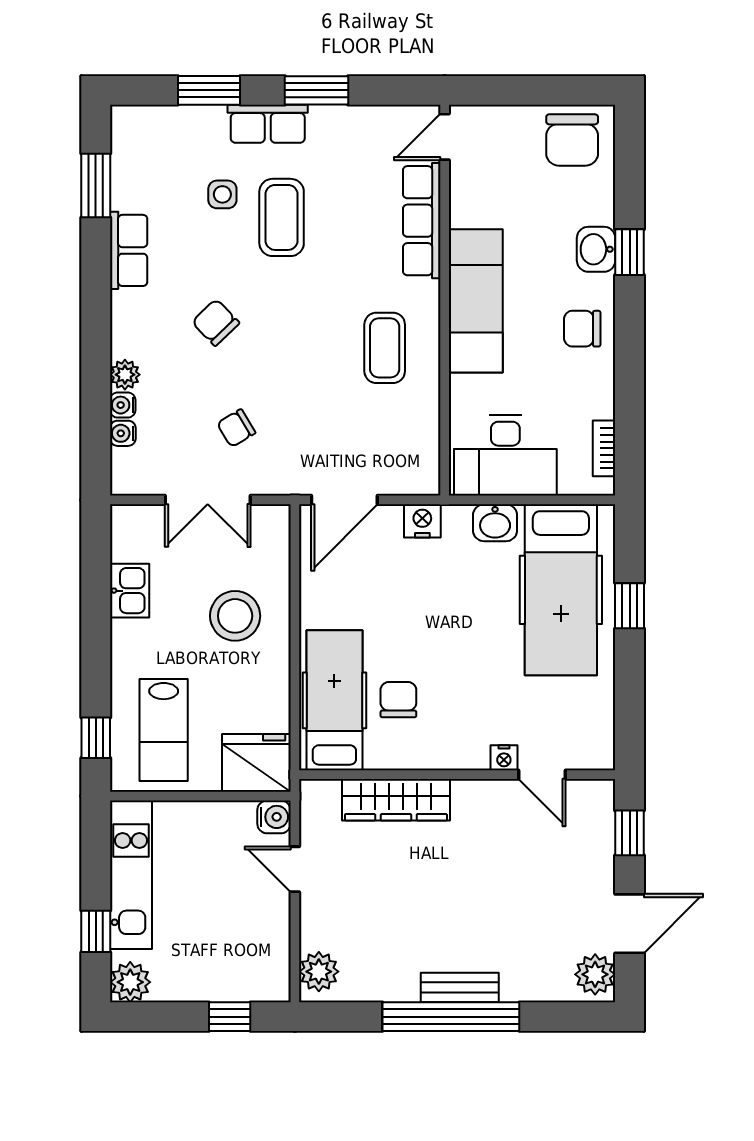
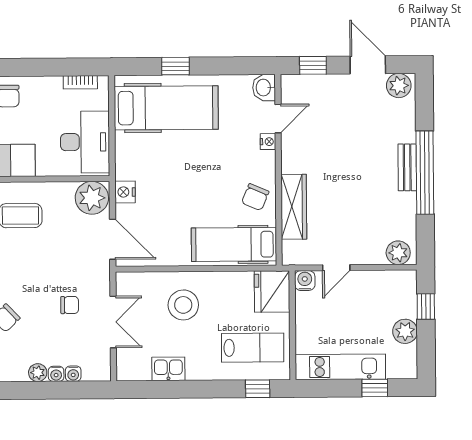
chair: (236, 428) -> (70, 305), turned -59
plant: (413, 466) -> (92, 198), added
washbasin: (495, 523) -> (264, 88), moved, turned 180
chair: (398, 700) -> (255, 197), moved, turned -67
plant: (130, 982) -> (405, 331), moved

